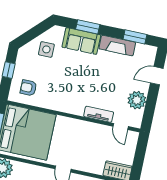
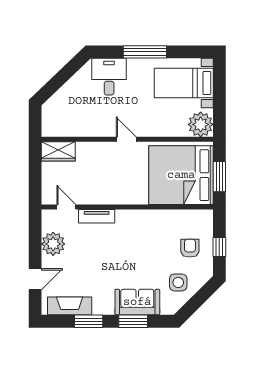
window: (135, 37) -> (89, 321), moved
fireplace: (117, 46) -> (70, 306), moved
armchair: (28, 88) -> (190, 248), moved, turned -90

